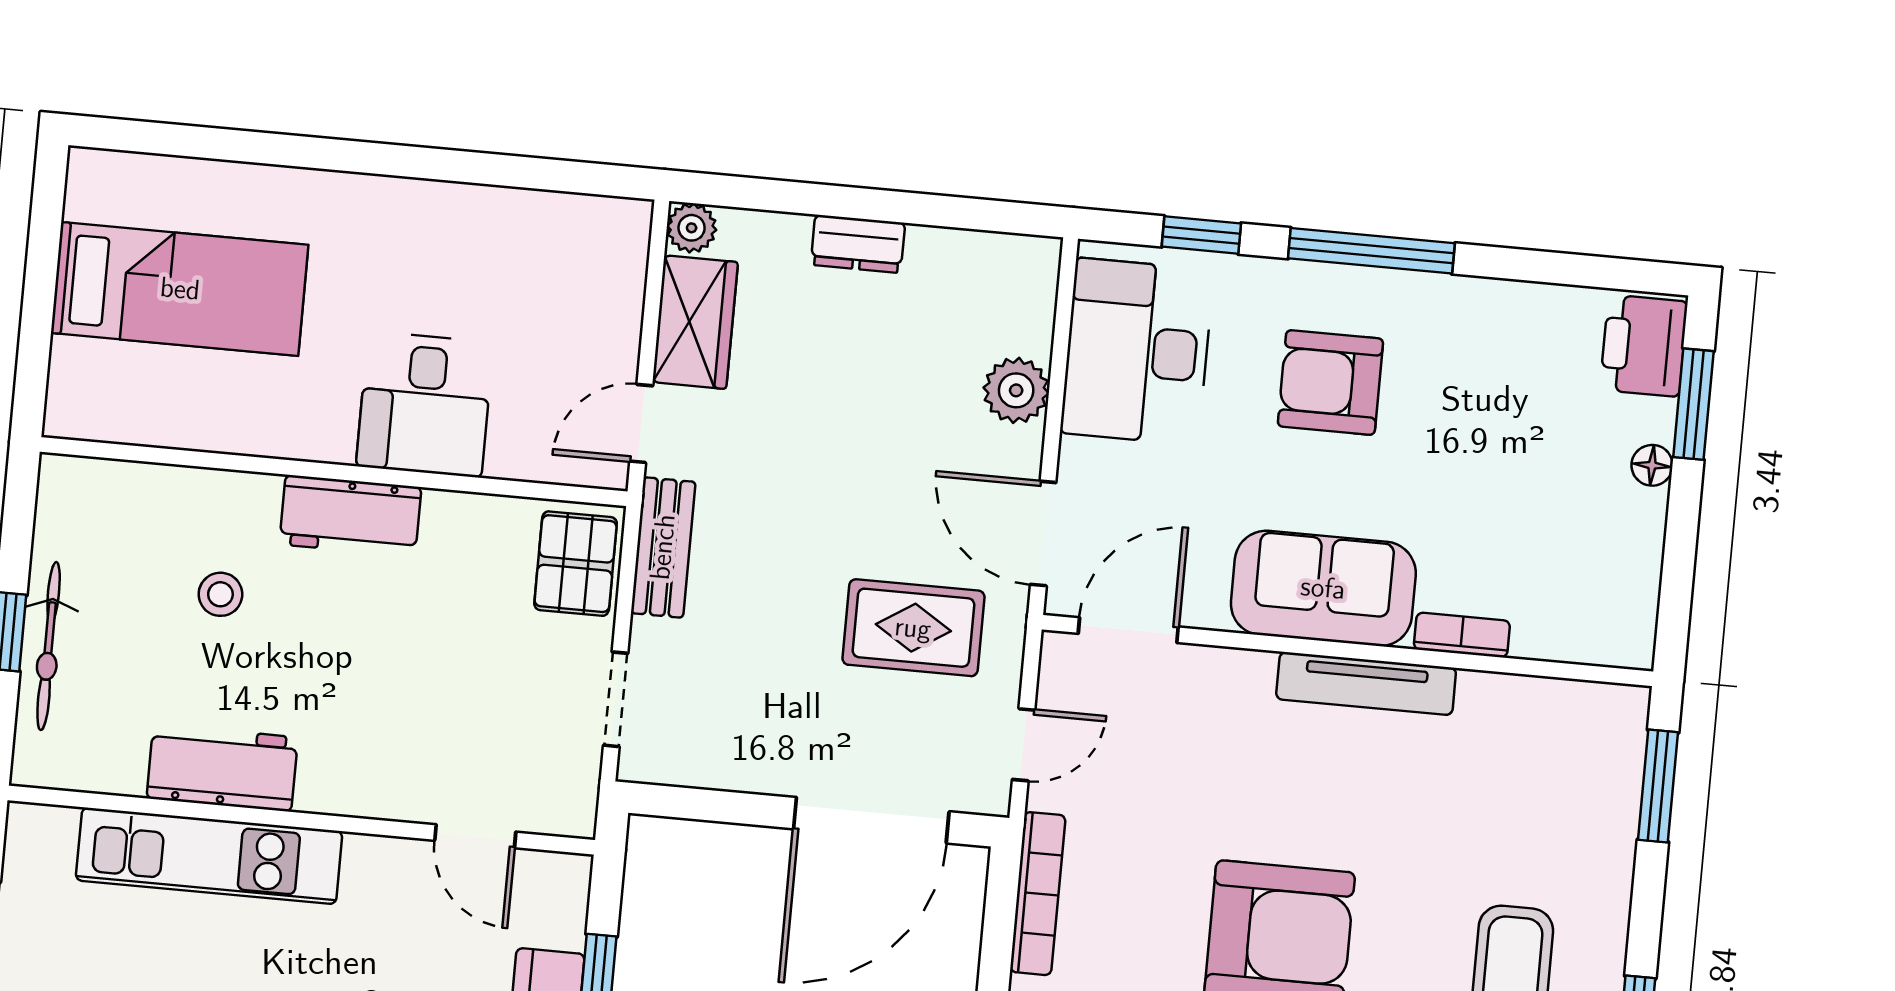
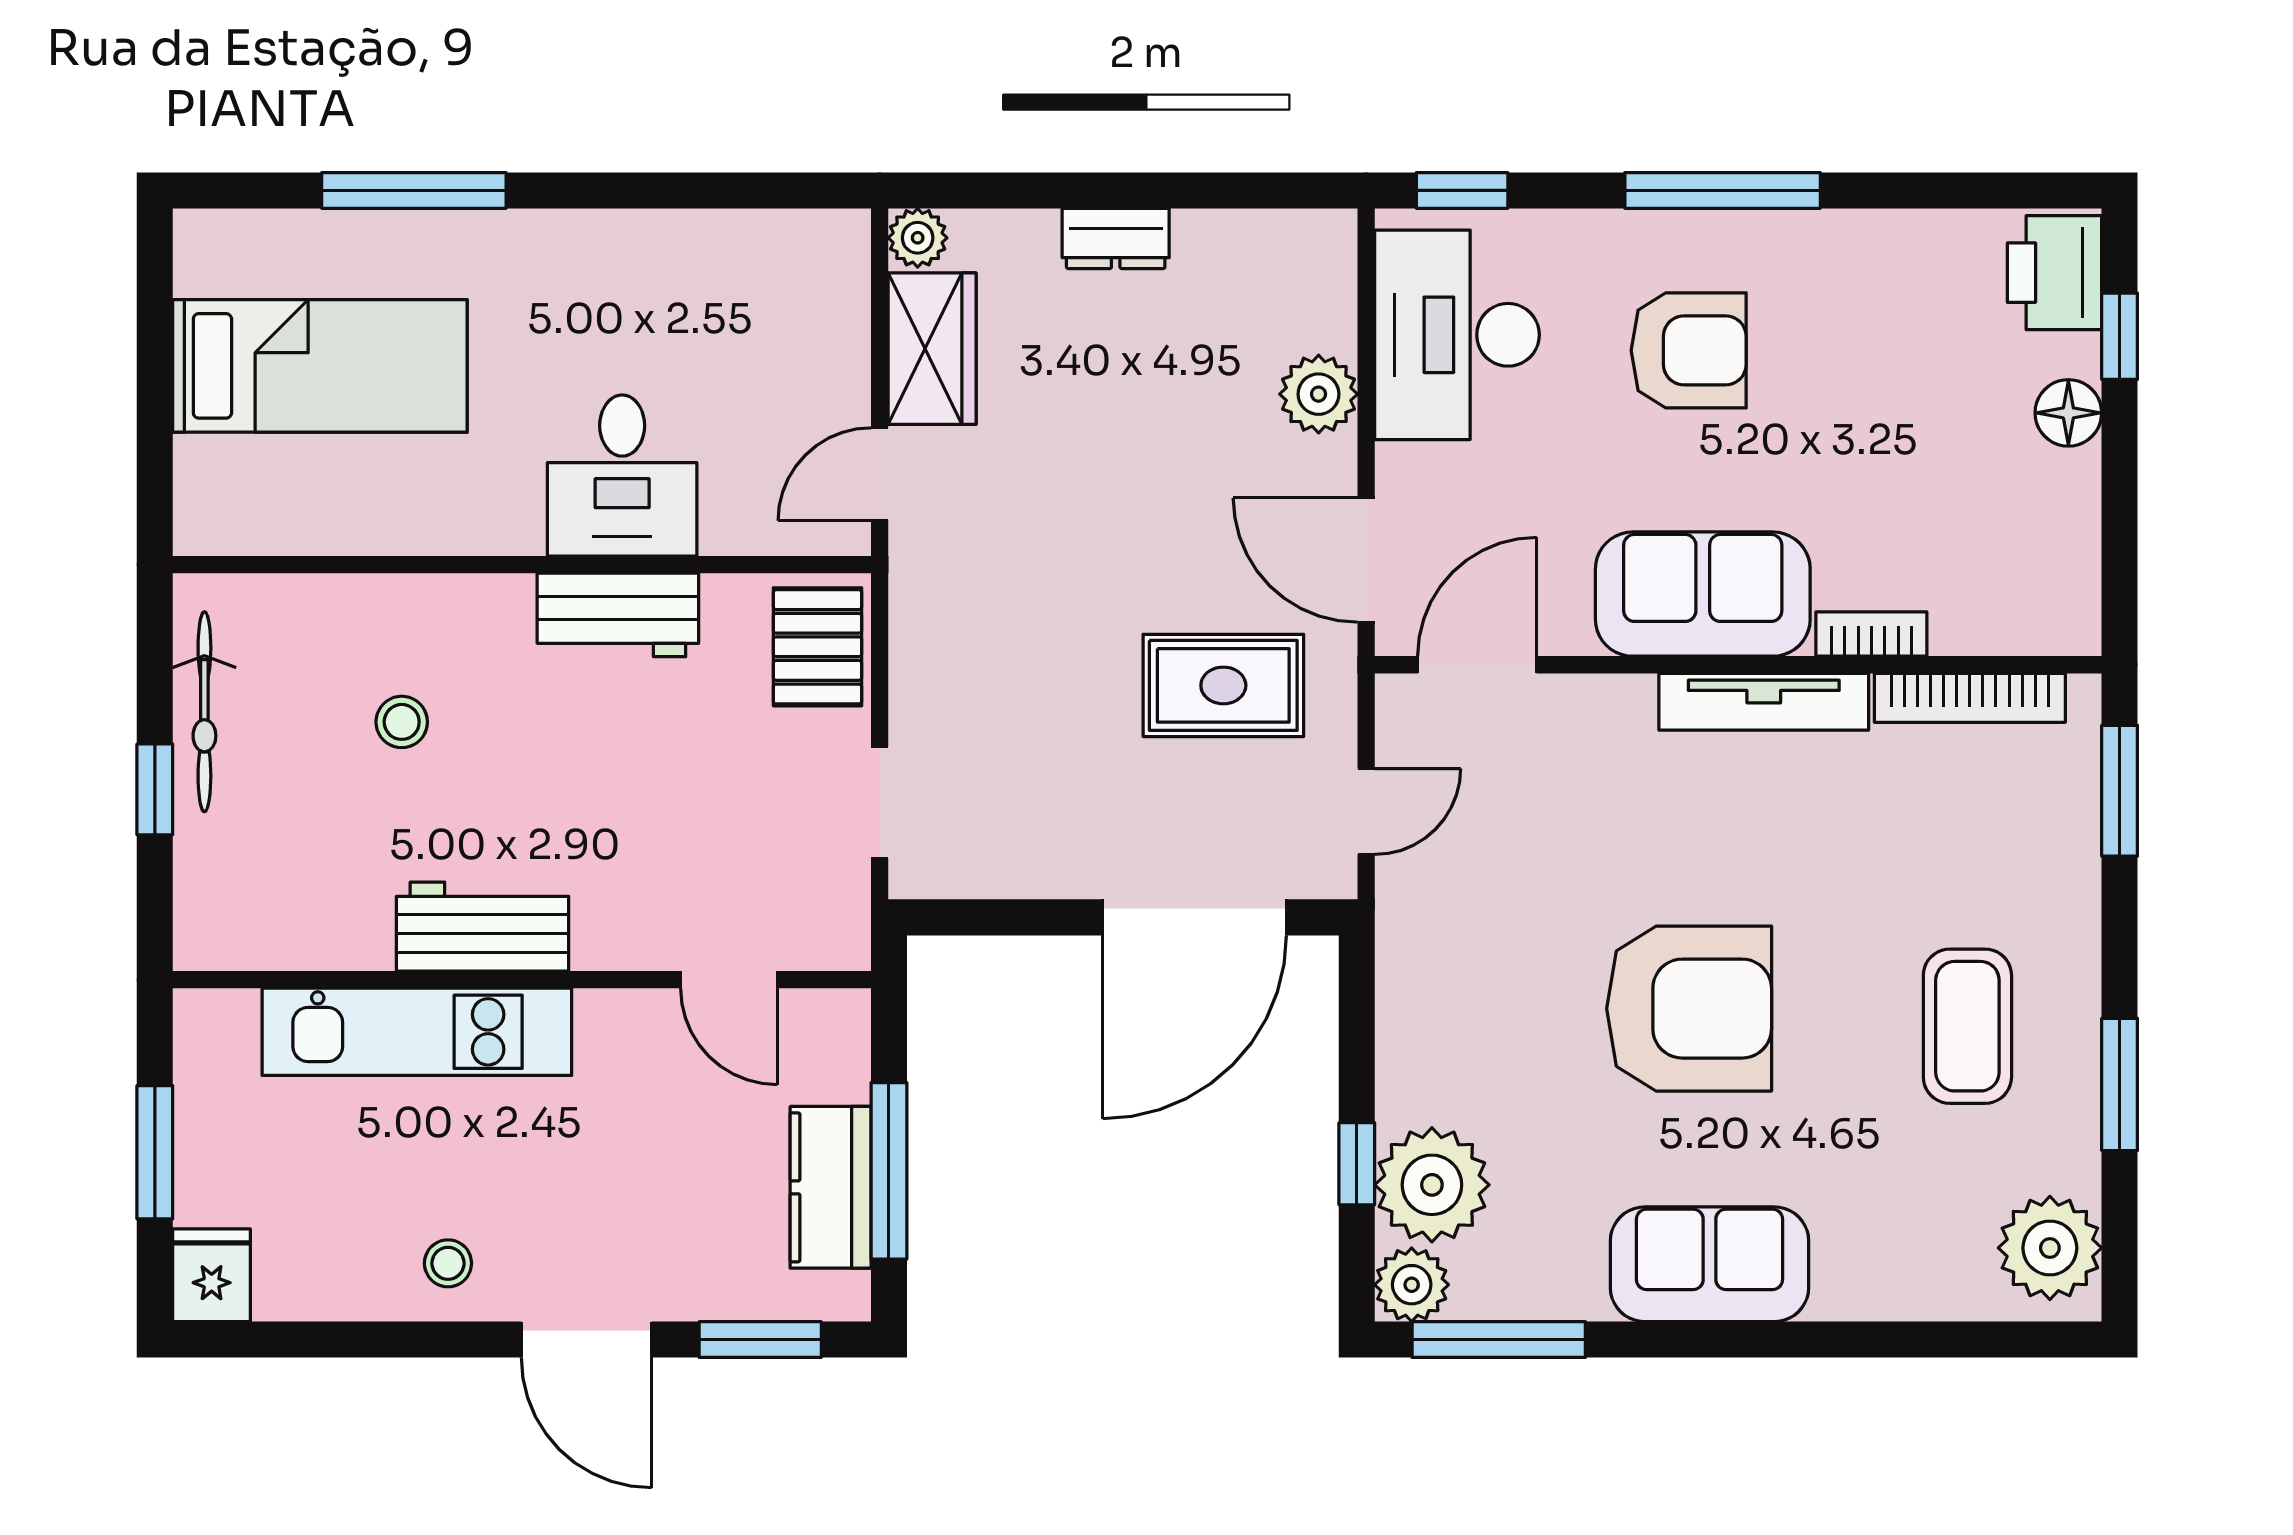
window: (272, 149) -> (414, 190), added
window: (1201, 235) -> (1462, 190), moved
armchair: (1330, 383) -> (1689, 350), turned 180
window: (1693, 404) -> (2120, 336), width x0.67
floor lamp: (1652, 465) -> (2068, 413), width x1.37, depth x1.37
workbench: (350, 516) -> (618, 615), moved
bench: (663, 547) -> (919, 618), removed
bicycle: (49, 646) -> (204, 712), moved
workbench: (222, 768) -> (483, 927), moved
bookcase: (1038, 894) -> (1970, 698), moved, turned 90

